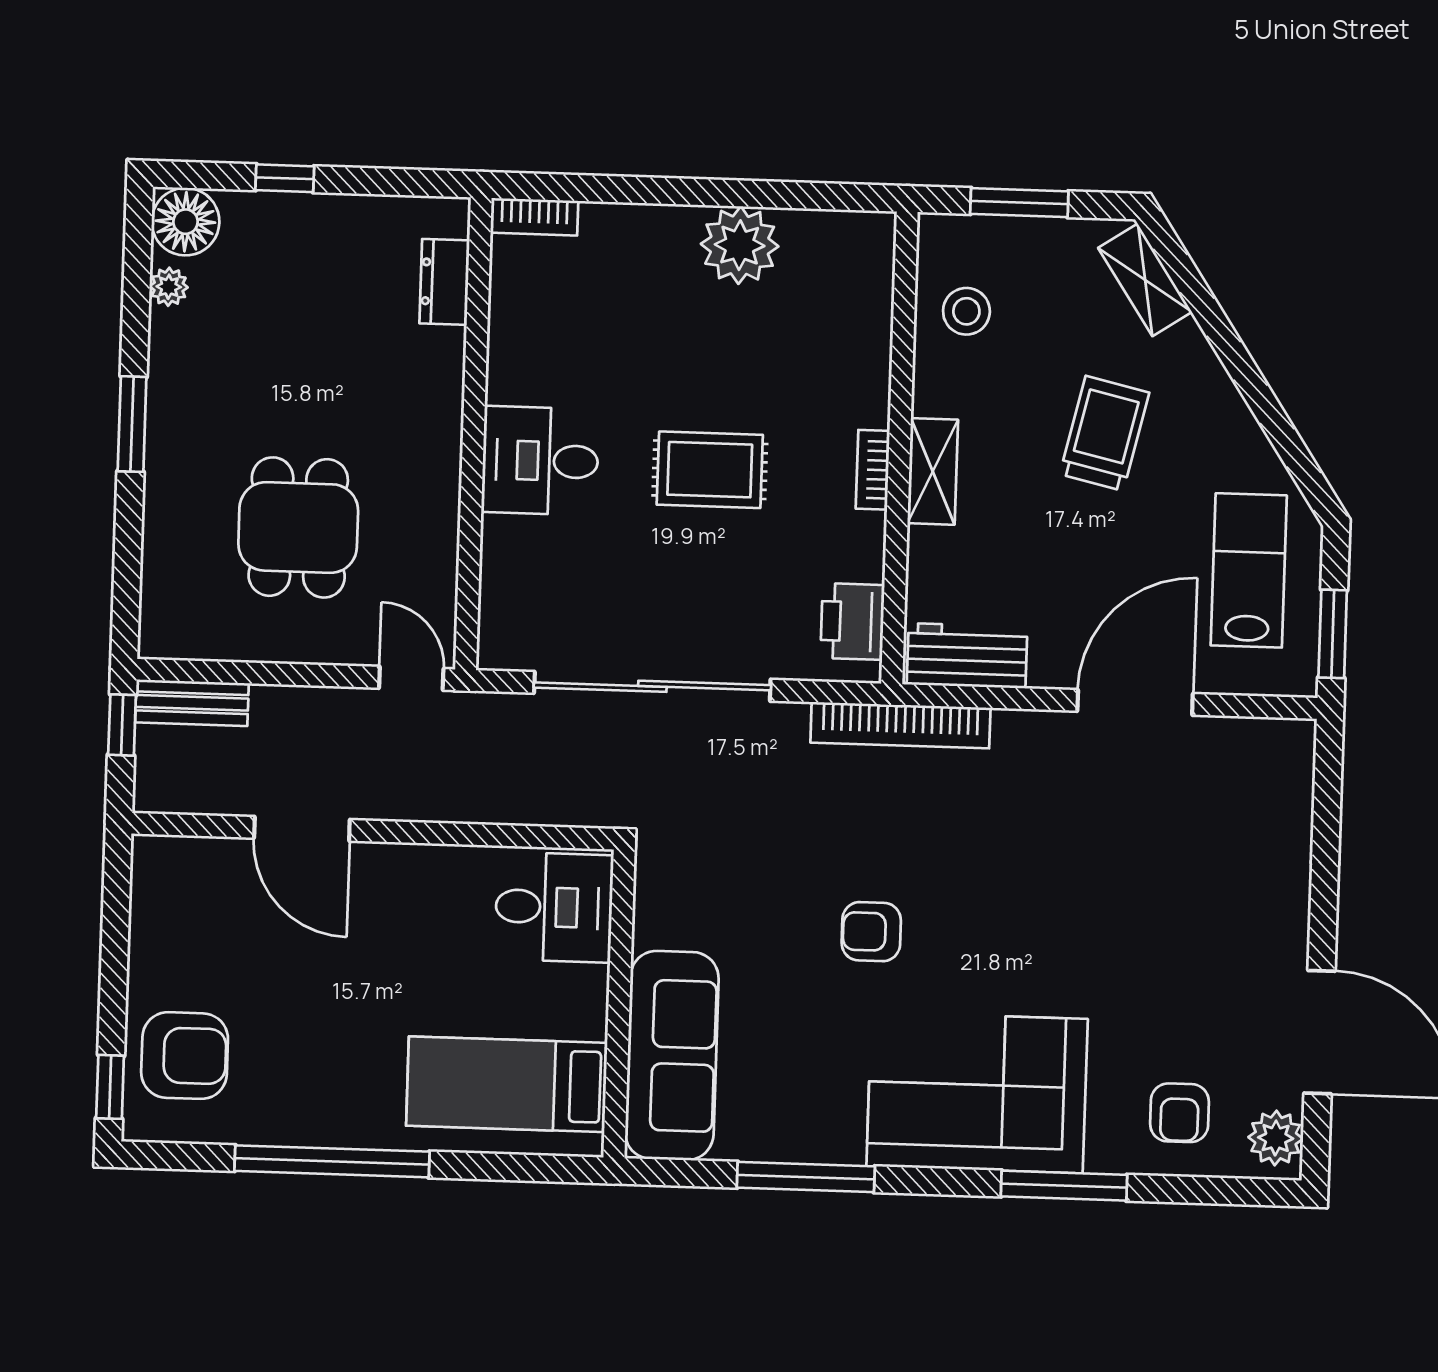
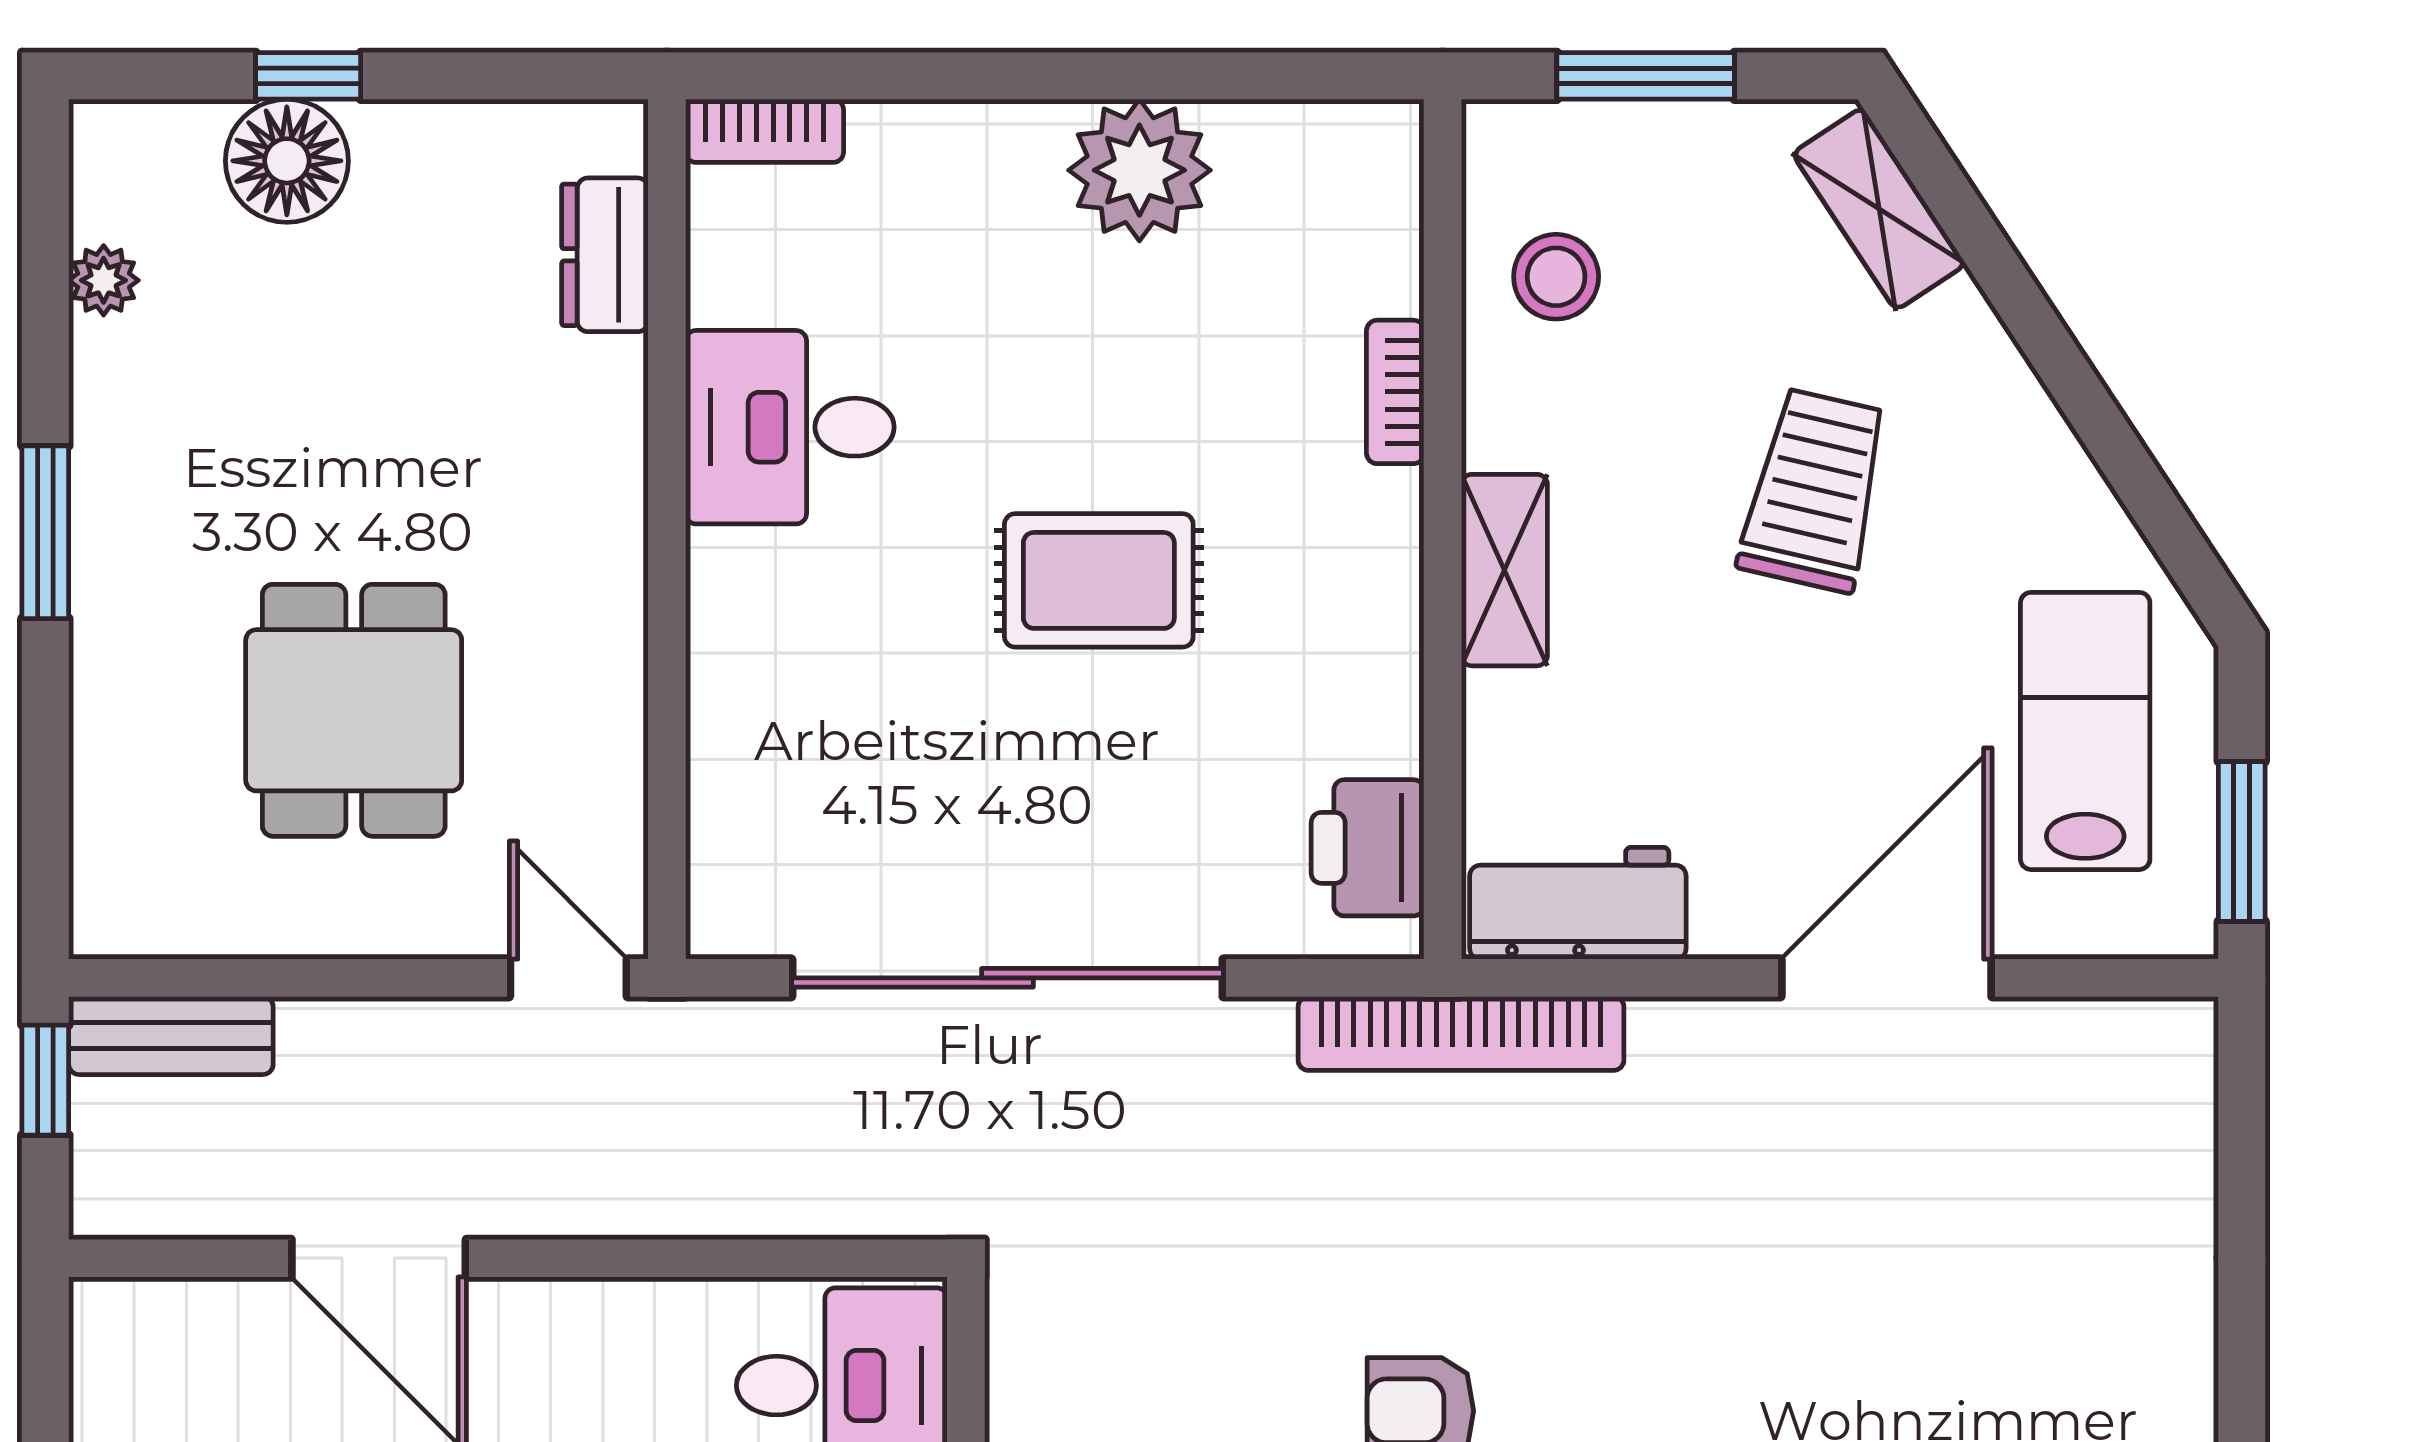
floor lamp: (185, 222) -> (287, 161), moved
desk: (540, 461) -> (790, 427), moved
bookcase: (873, 470) -> (1395, 392), moved

